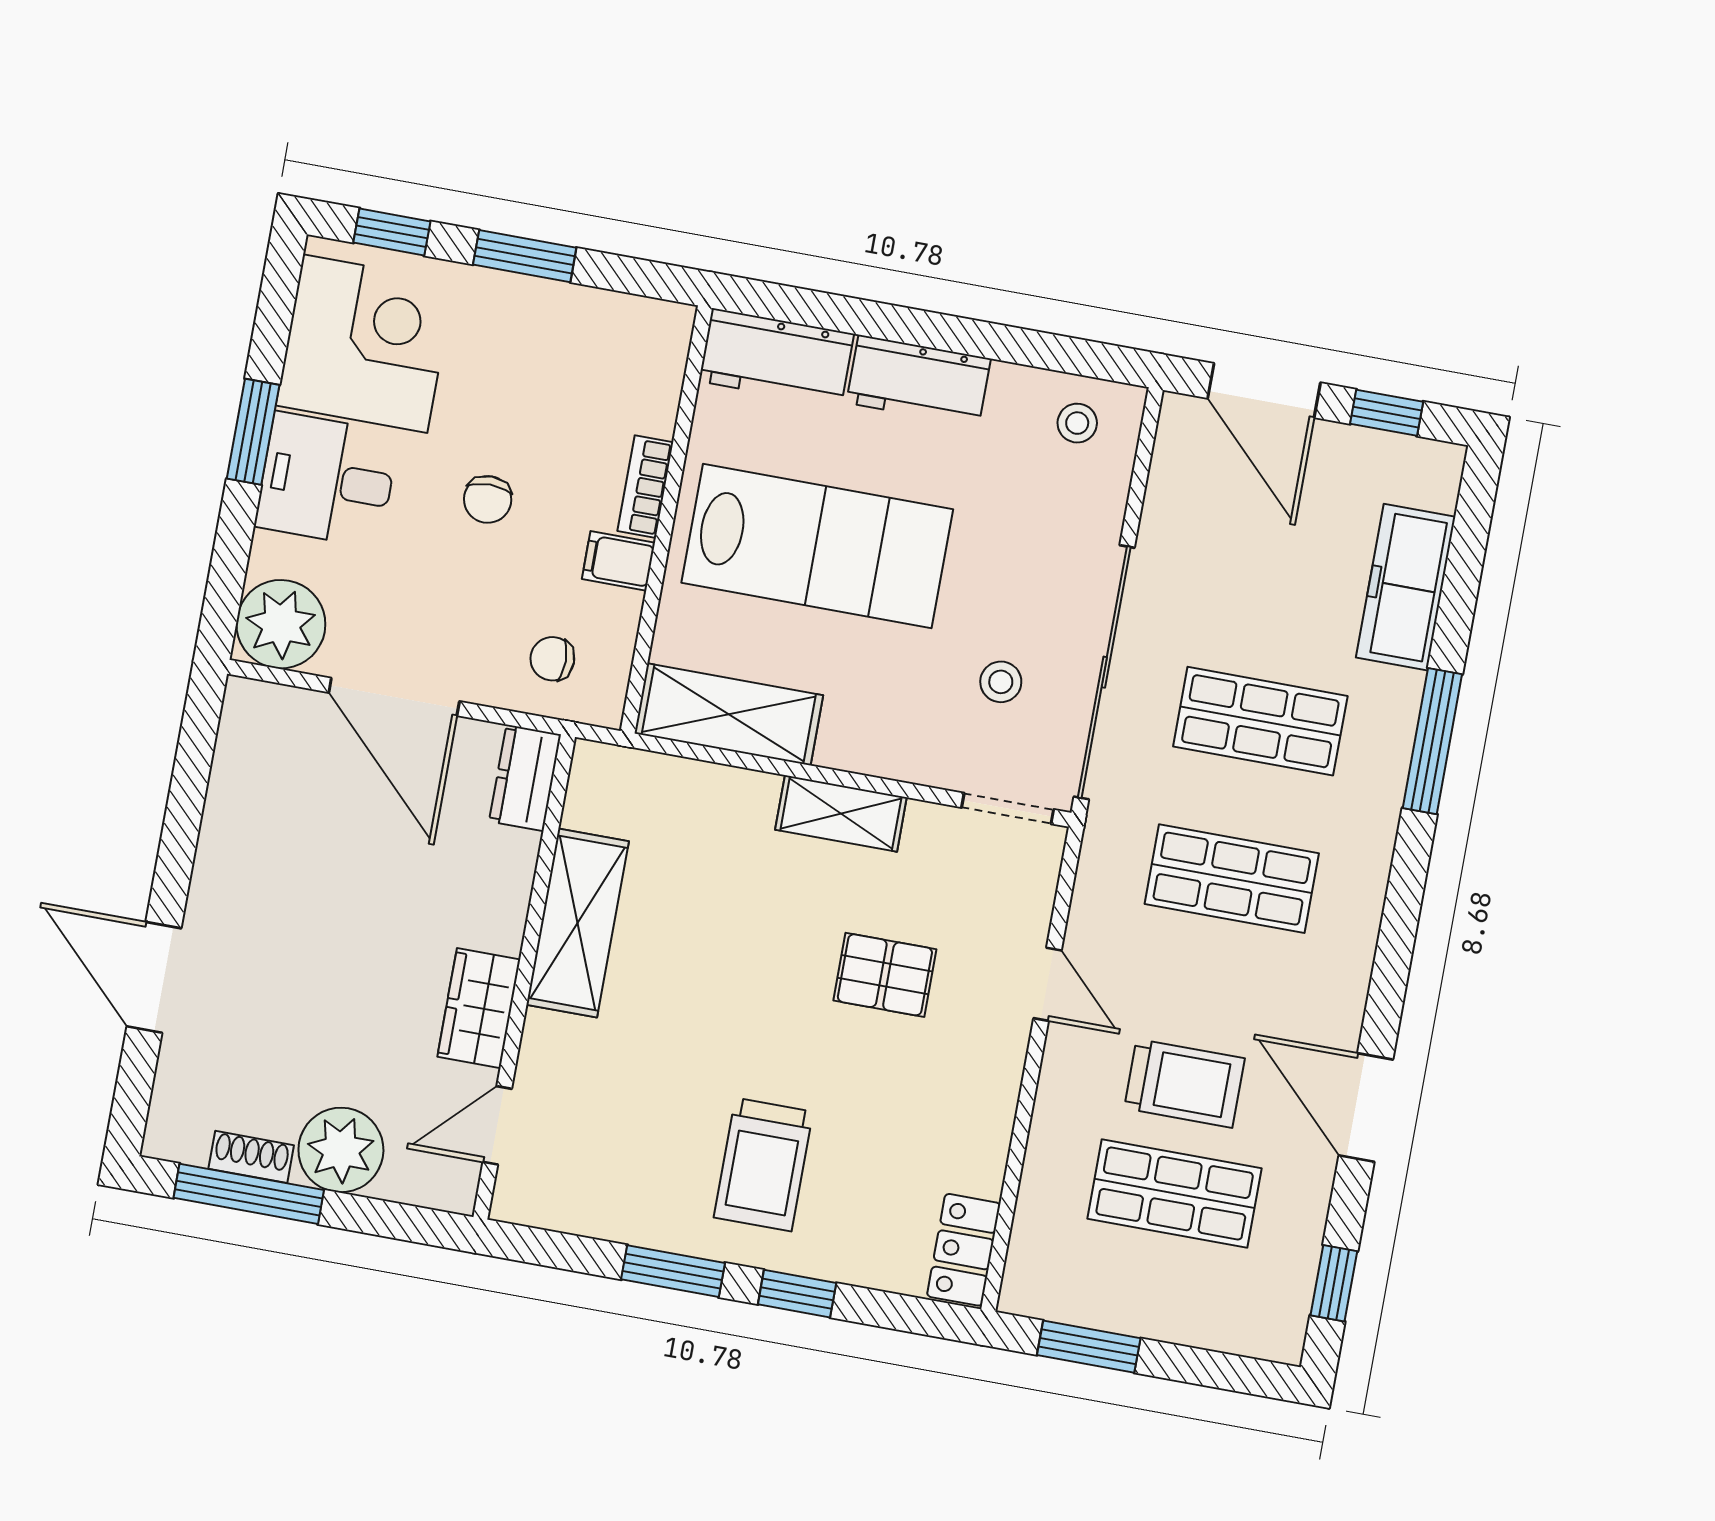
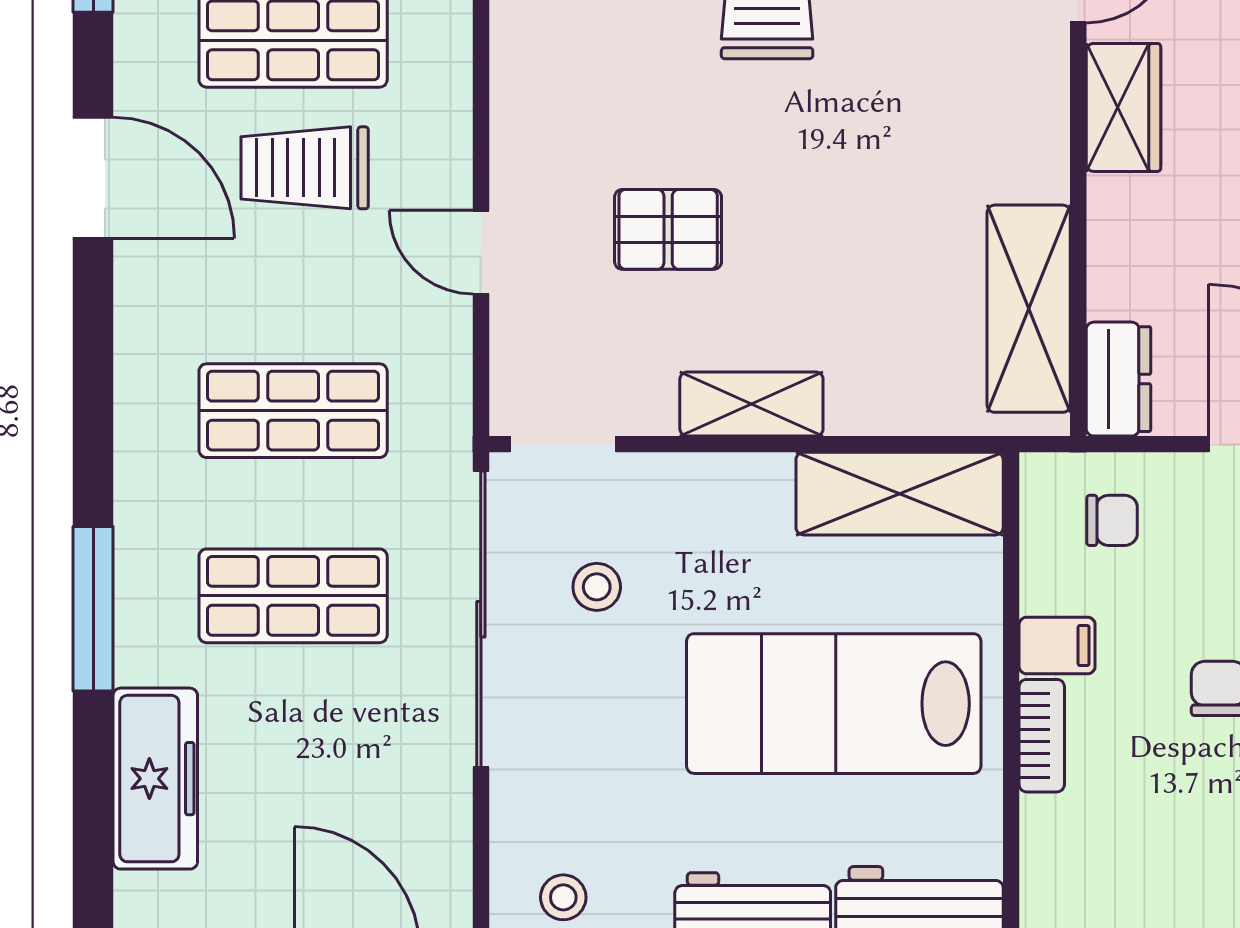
shelving: (578, 923) -> (1029, 309), moved

